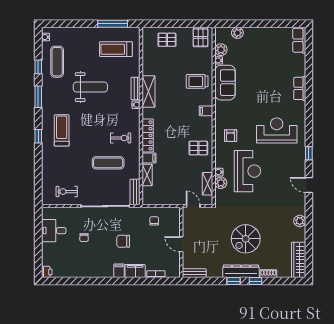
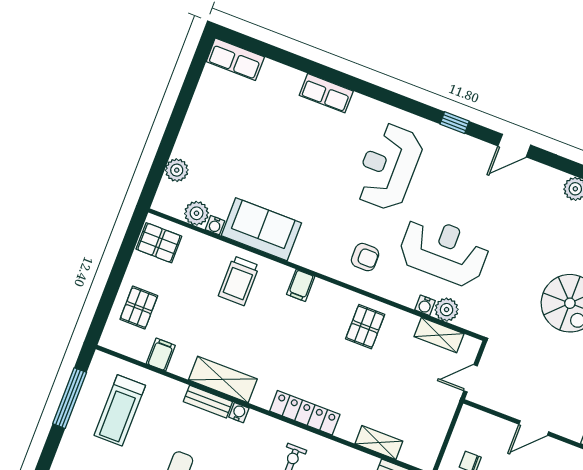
filing cabinet: (149, 158) -> (161, 355), moved

